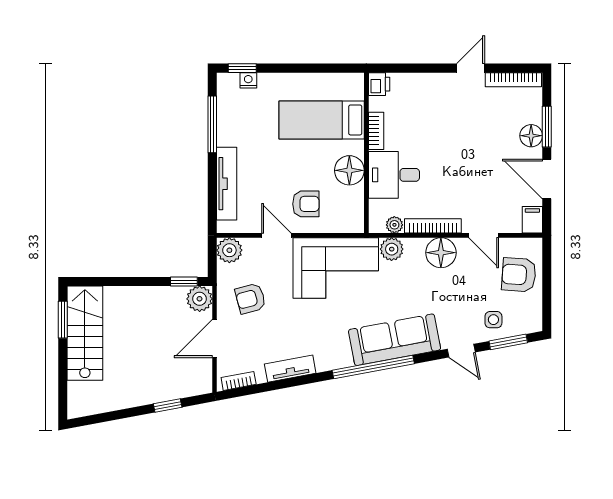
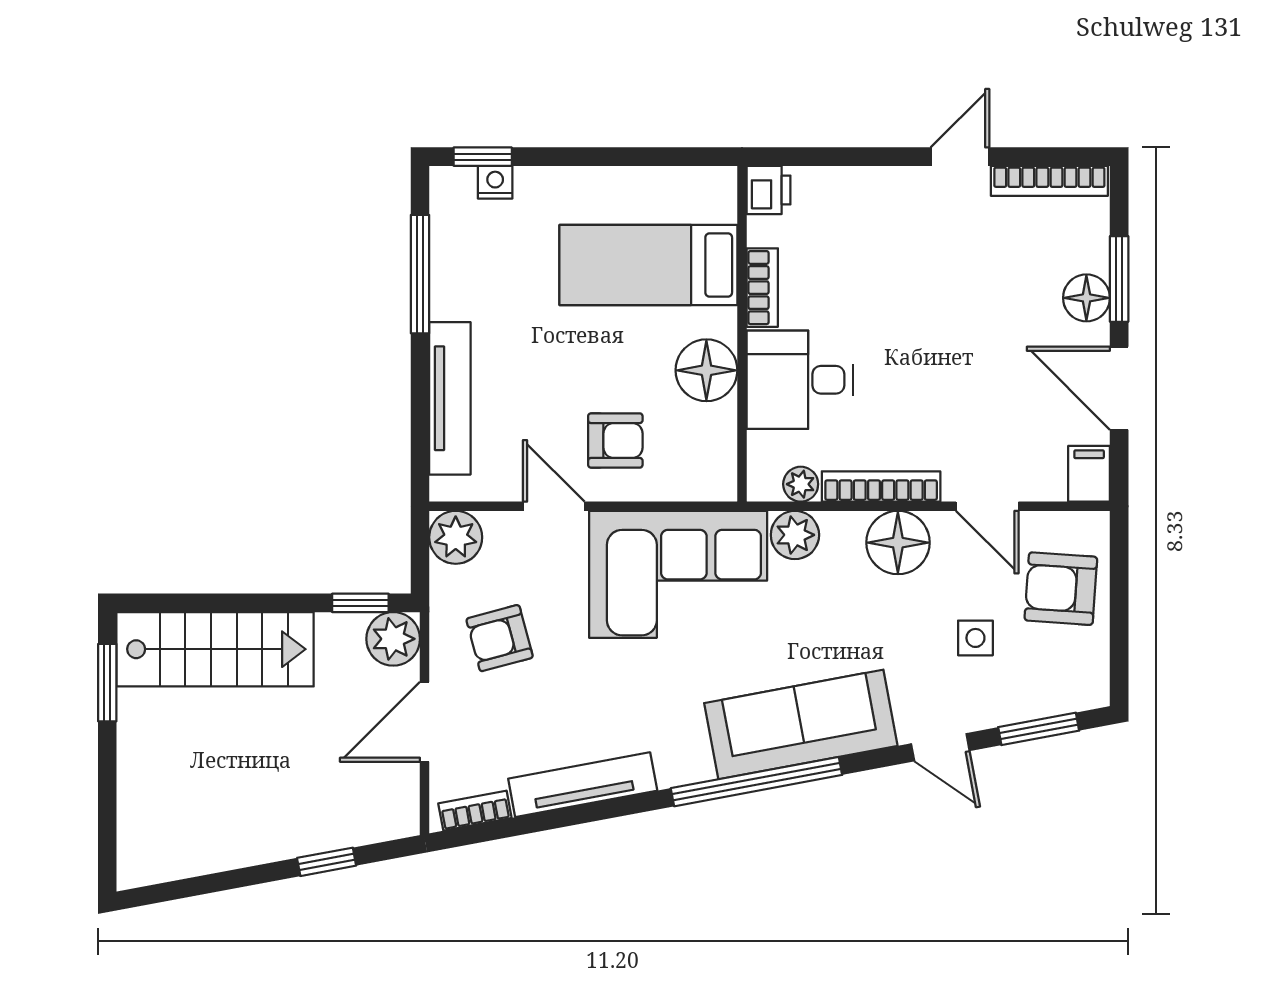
side table: (493, 320) -> (975, 638), moved
stairs: (85, 333) -> (215, 649), moved, turned 90
tv unit: (290, 369) -> (583, 785), width x1.41

